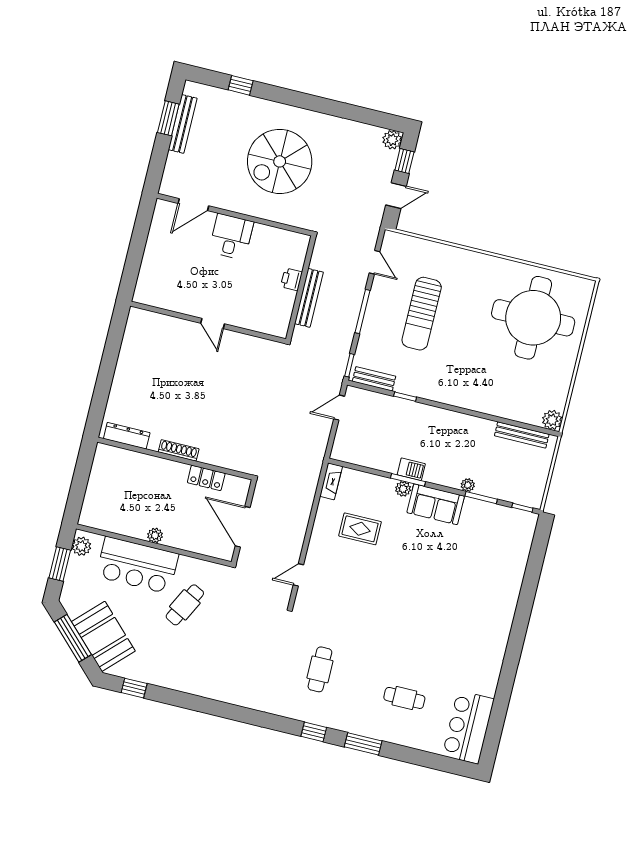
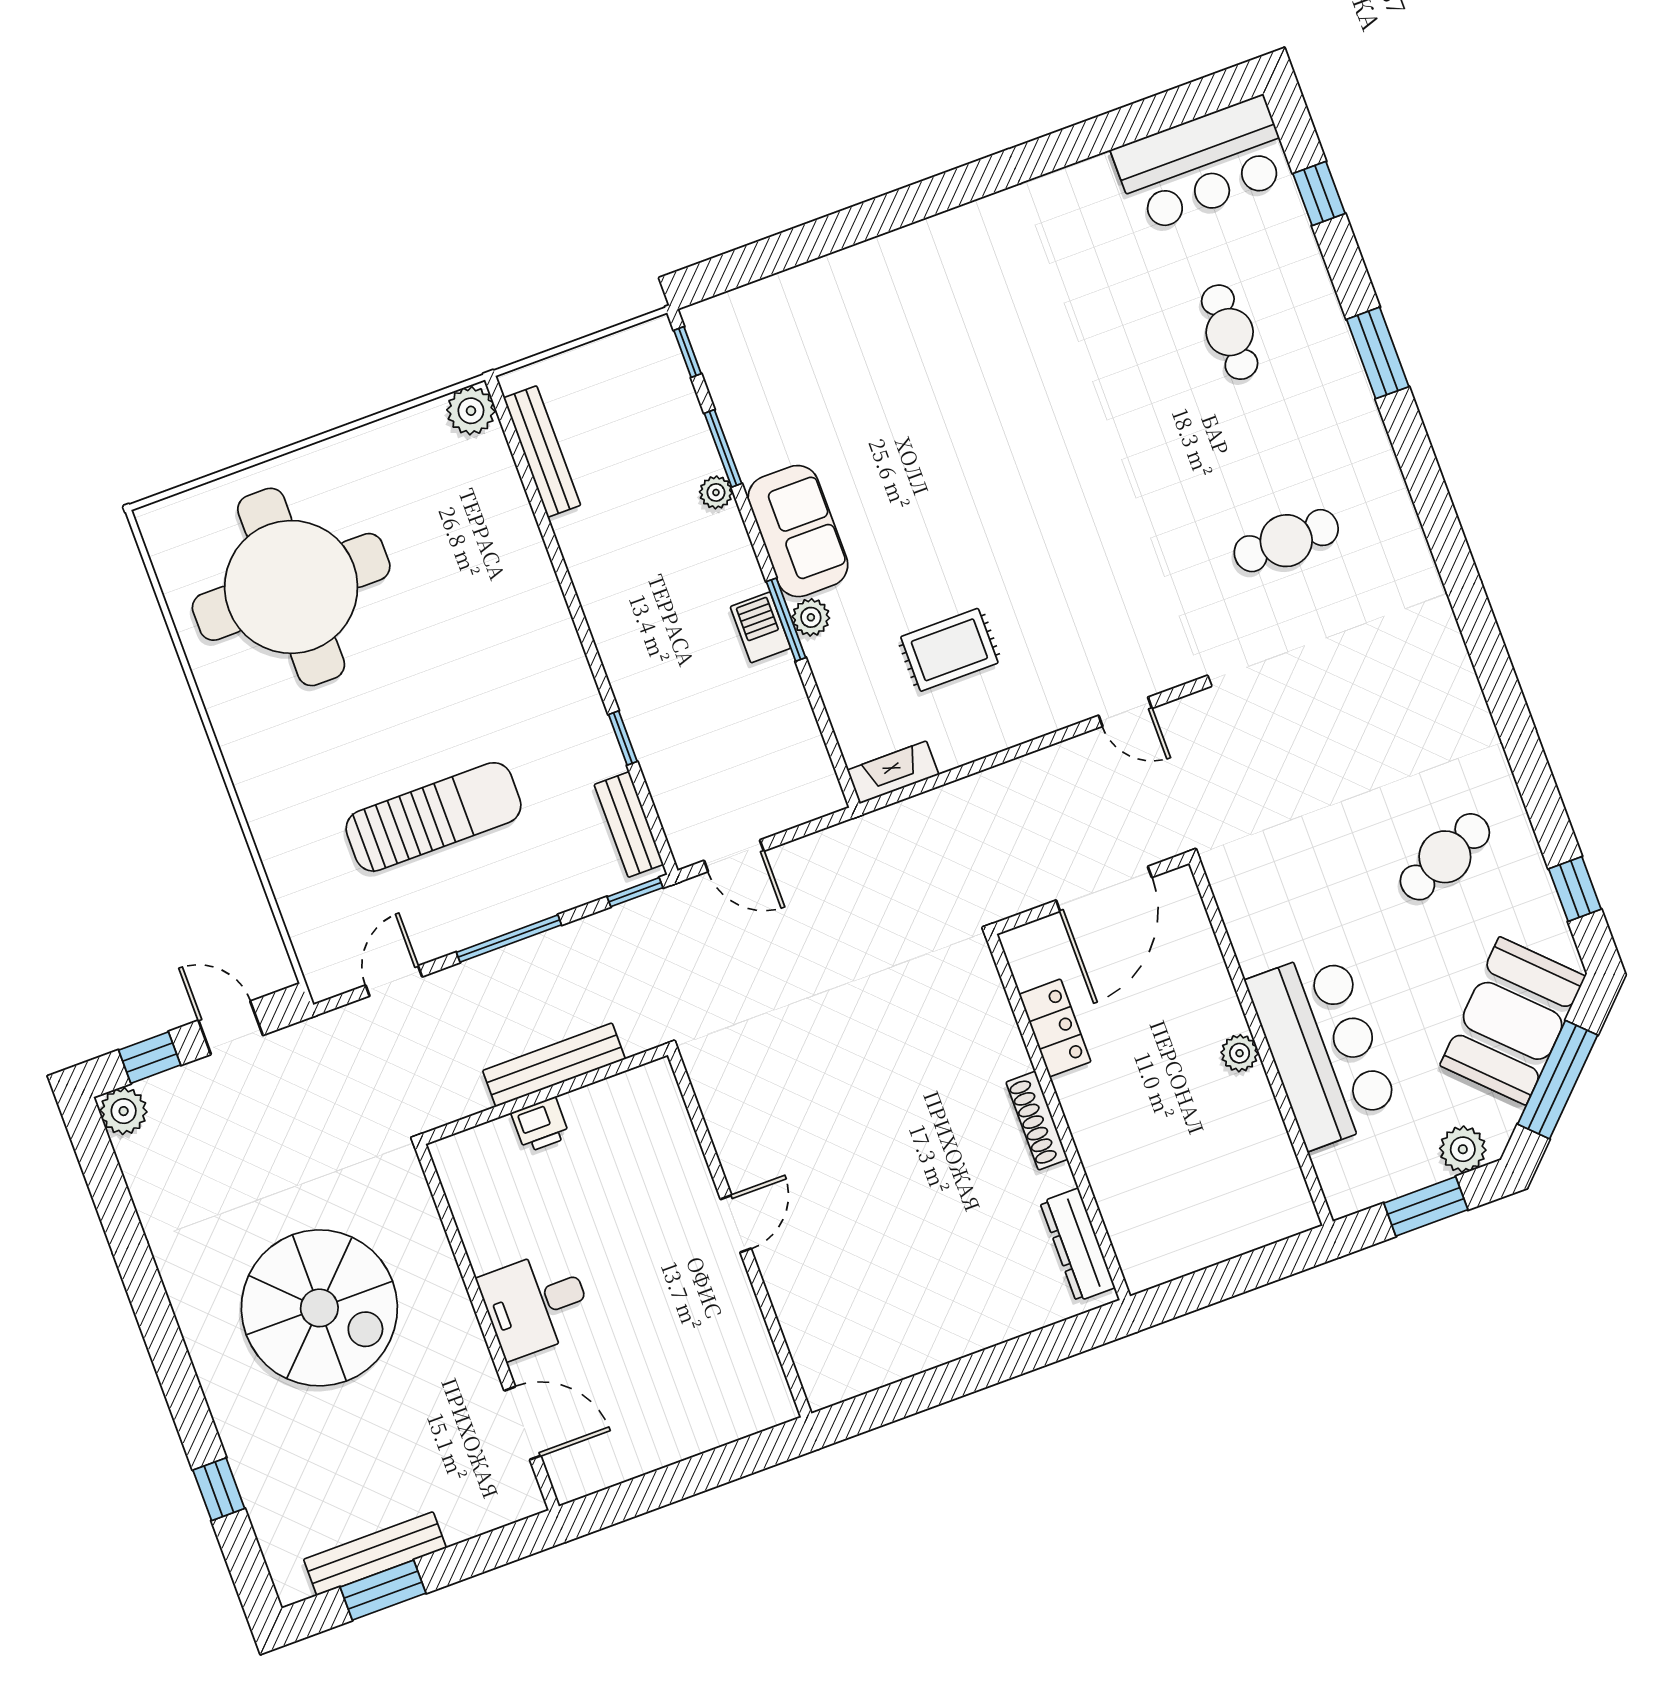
rug: (360, 529) -> (949, 650), turned 90
plant: (81, 546) -> (1463, 1149), moved
cafe table: (185, 605) -> (1445, 857), moved, turned -50
window: (314, 732) -> (1319, 194), moved

